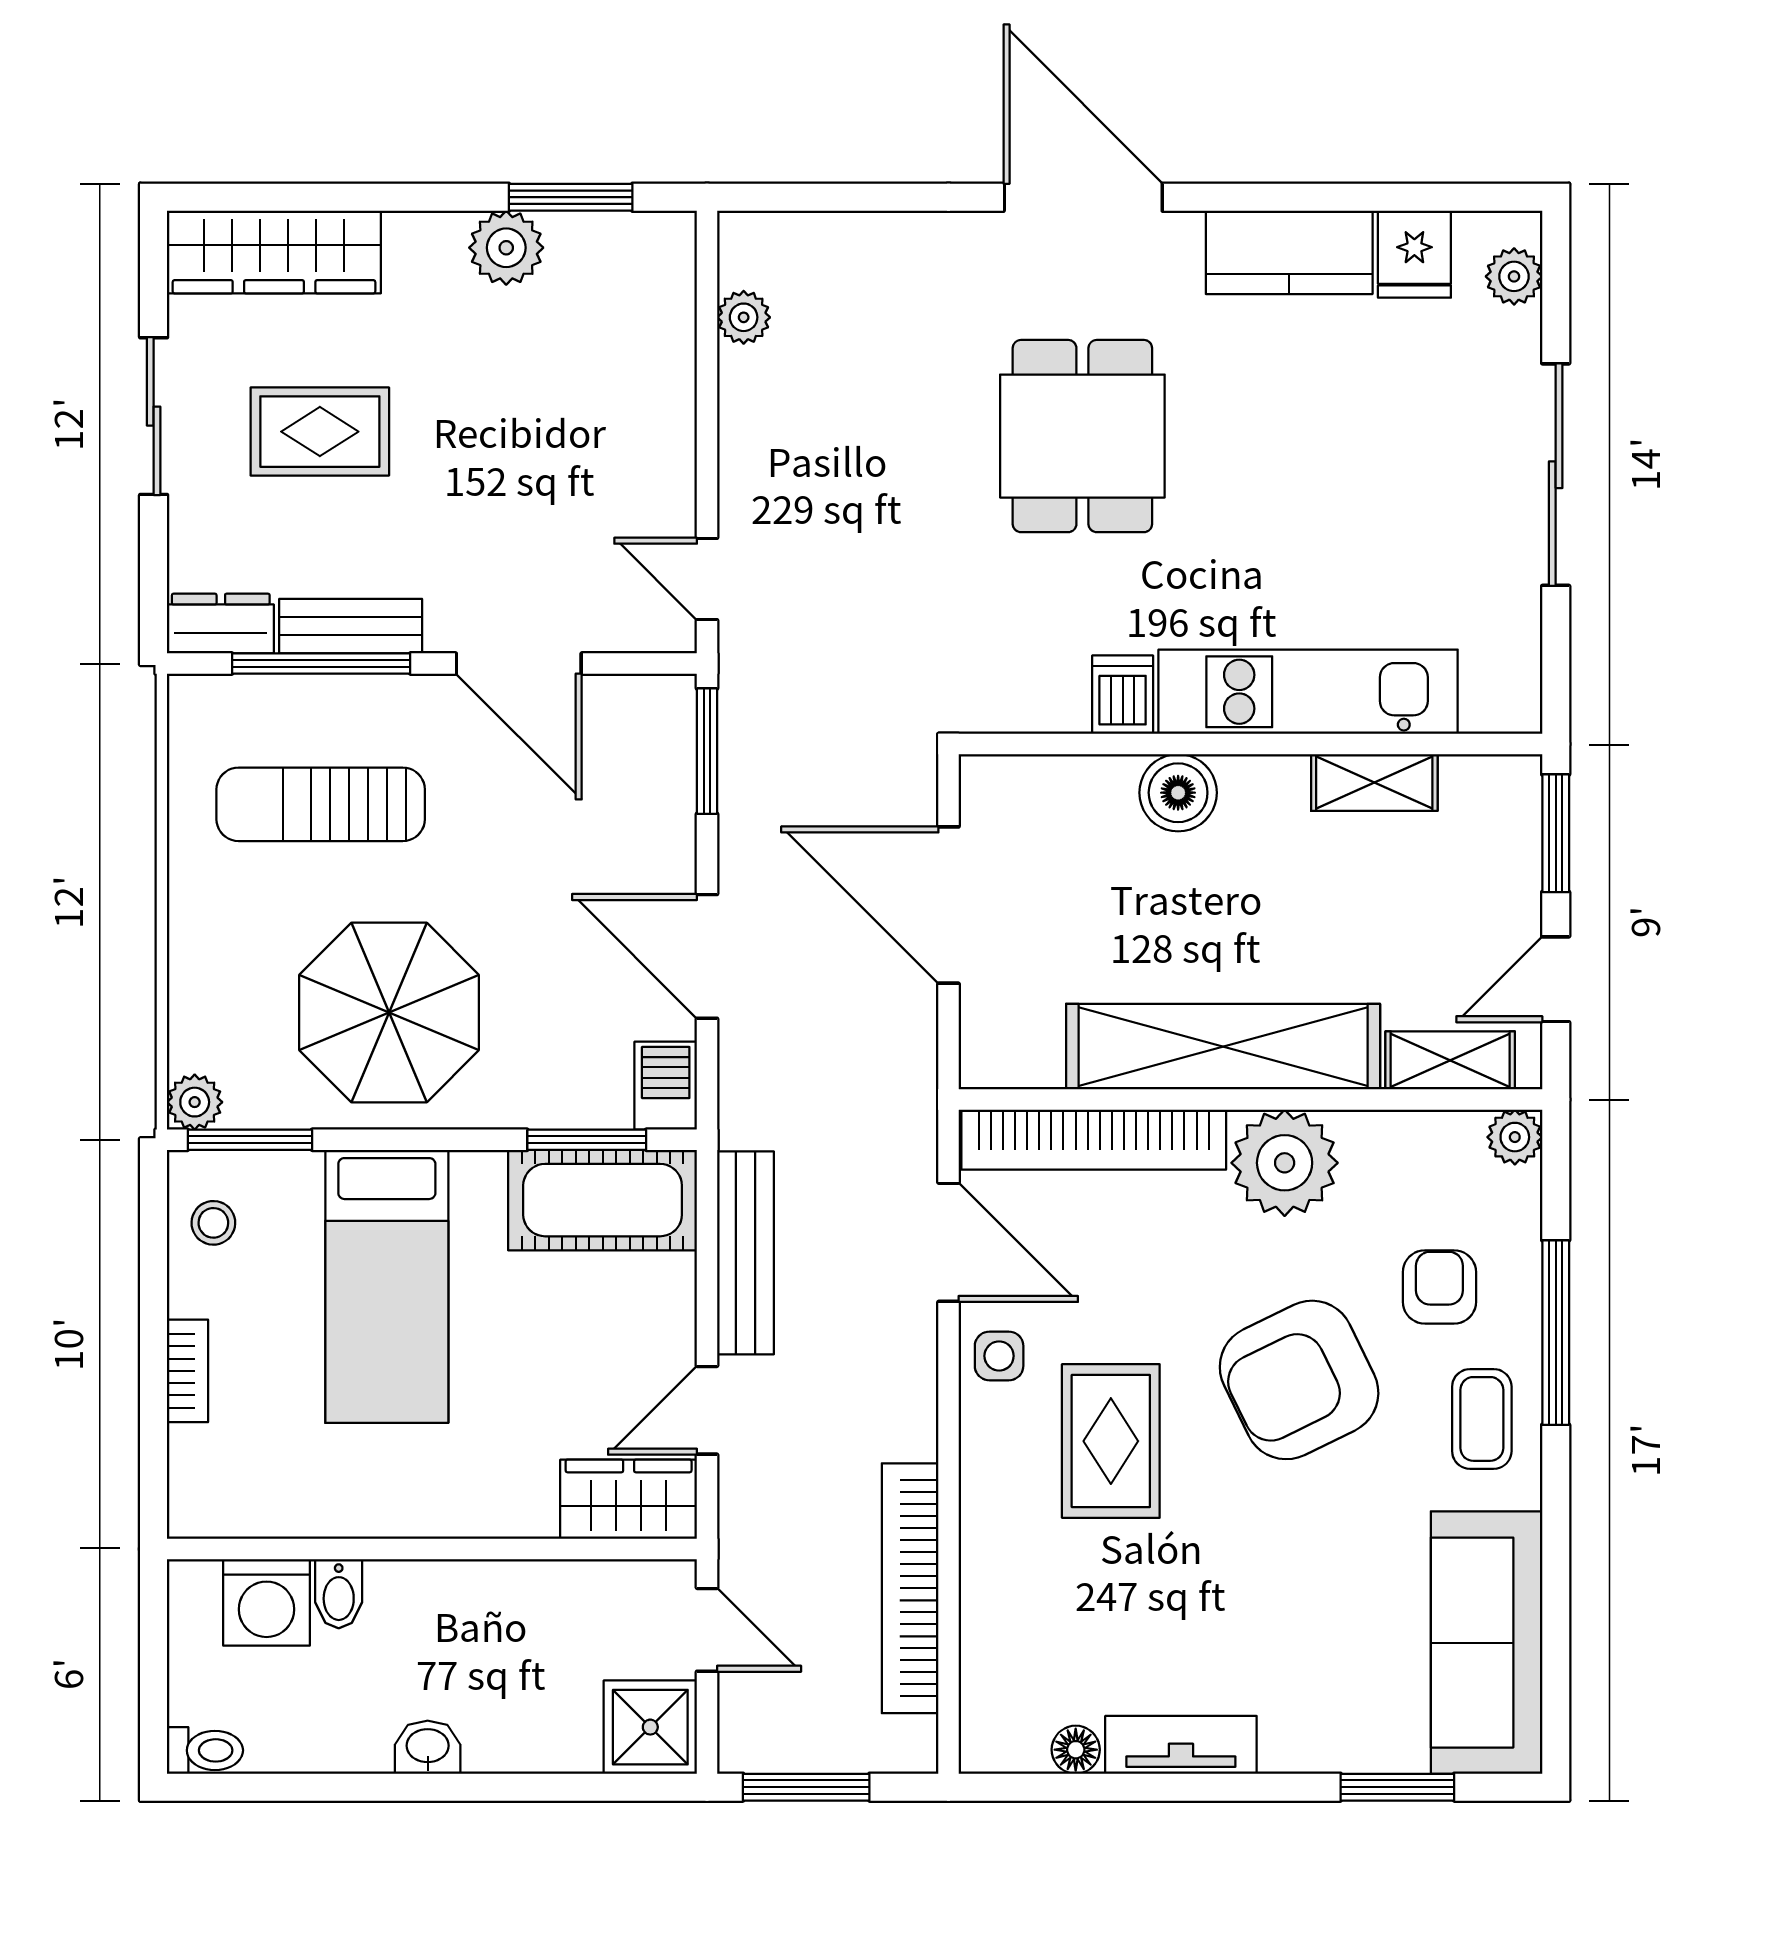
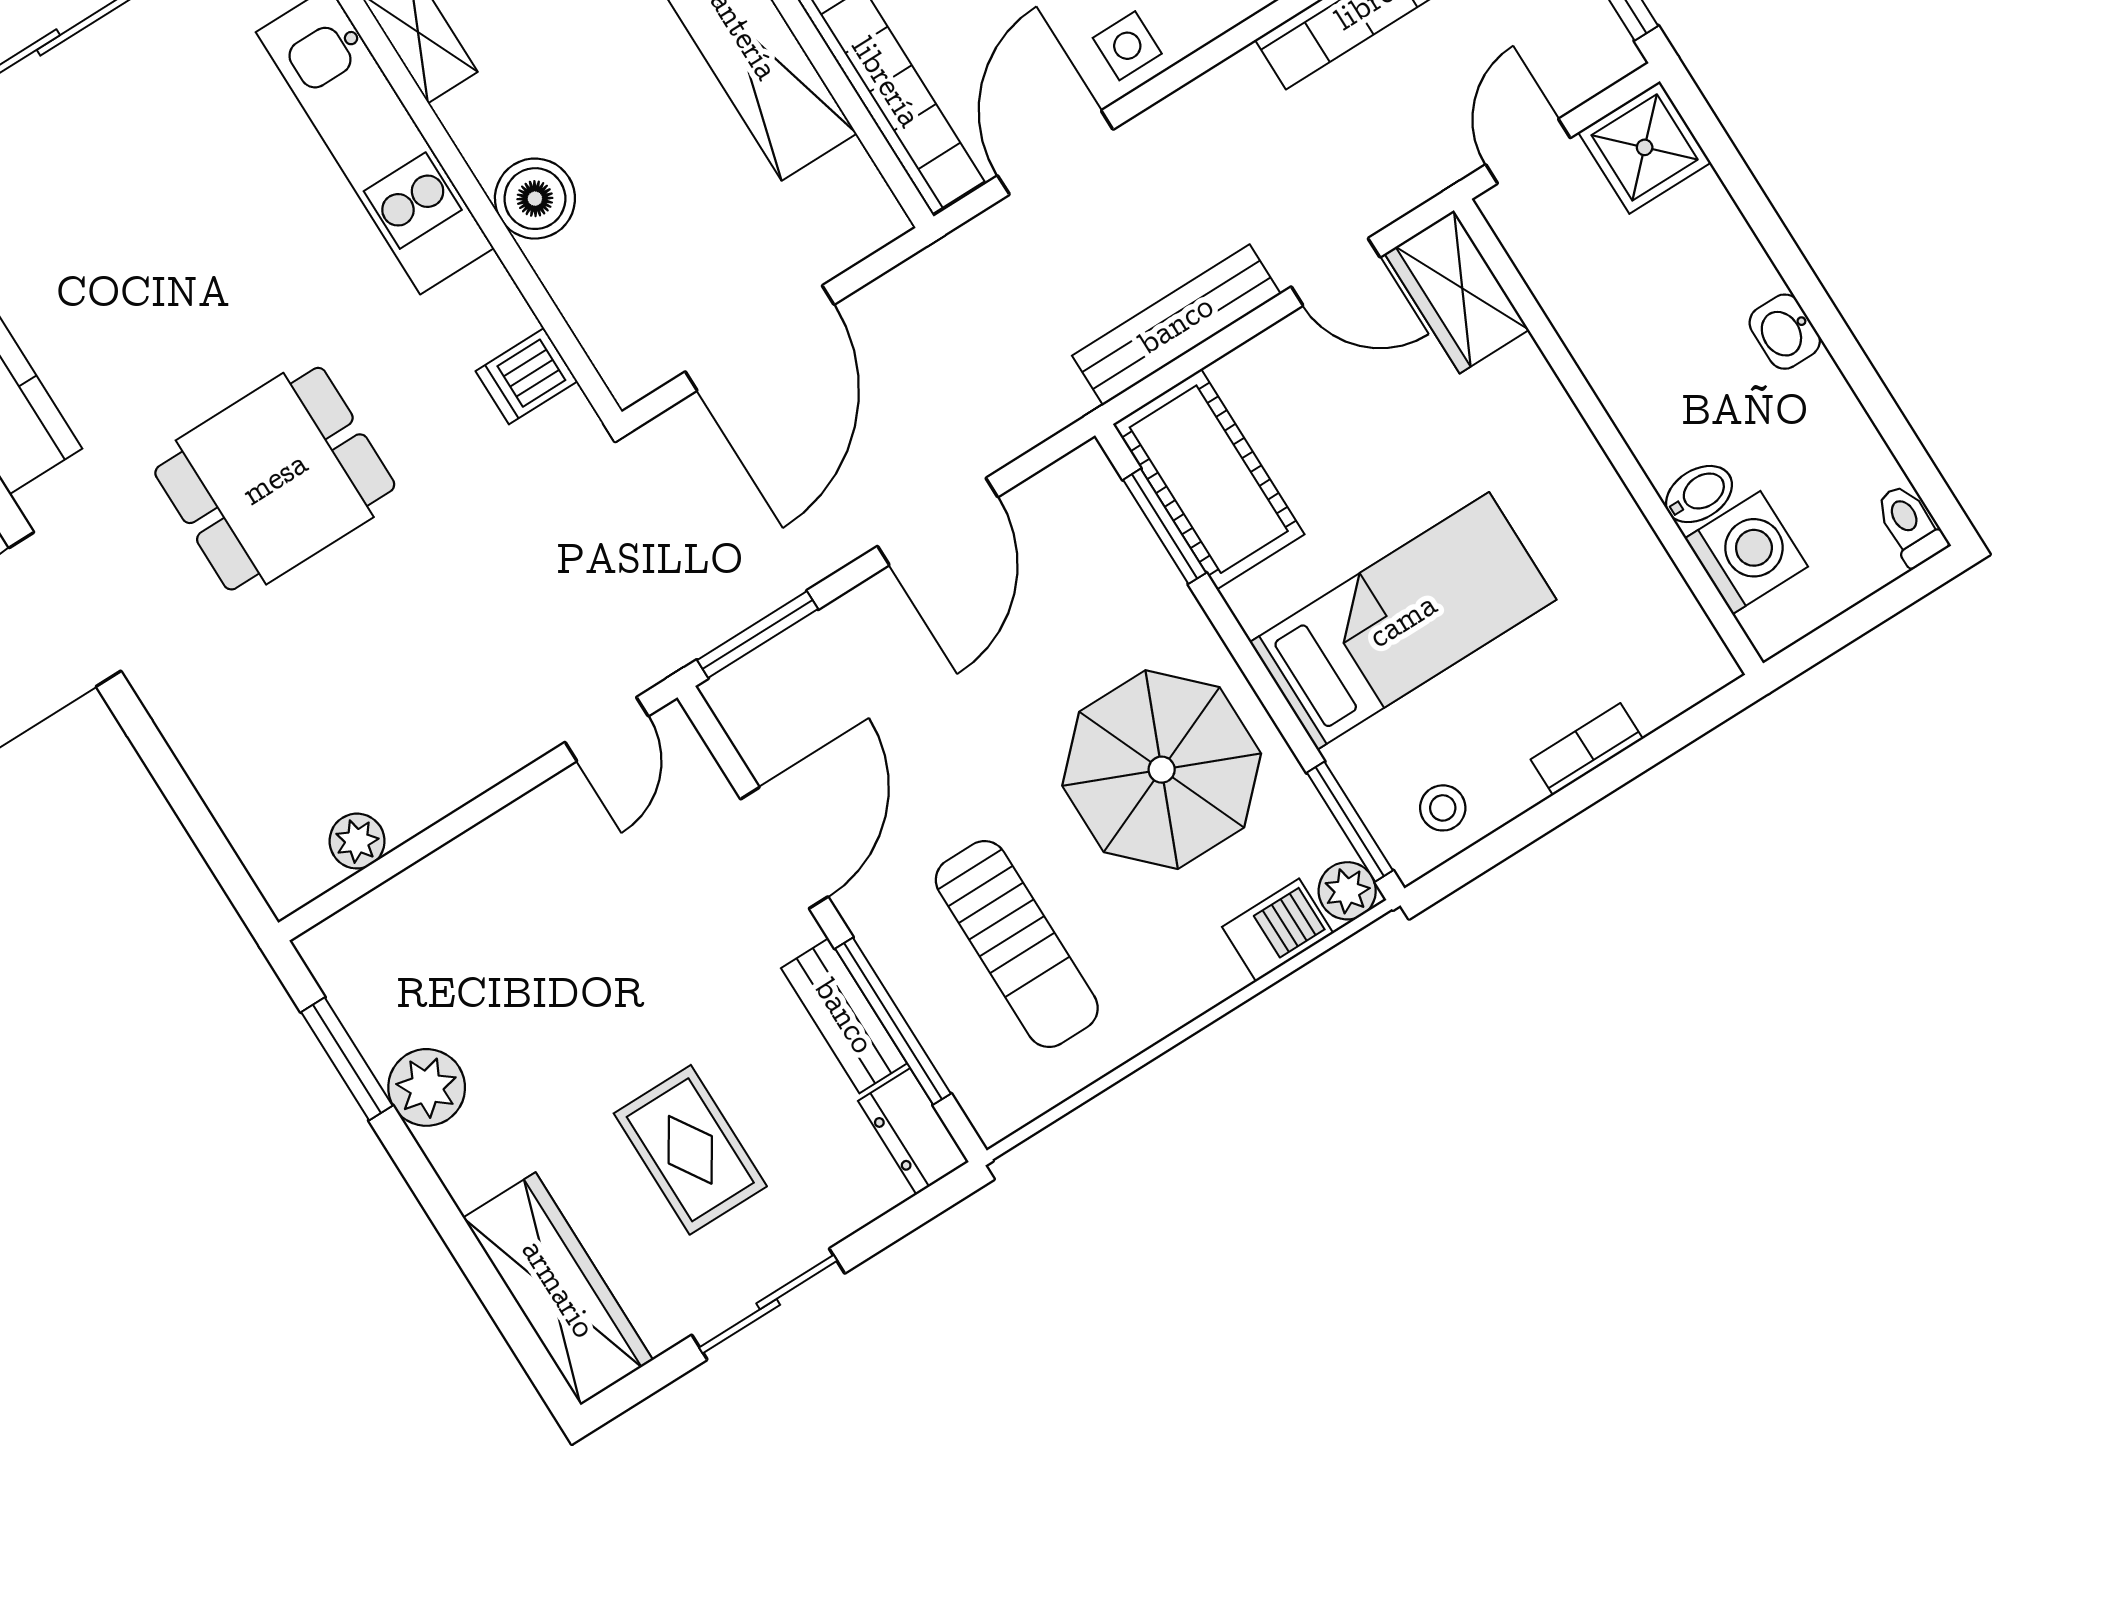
dishwasher: (1123, 695) -> (527, 376), moved
barbecue: (666, 1086) -> (1278, 930), moved, turned 180

